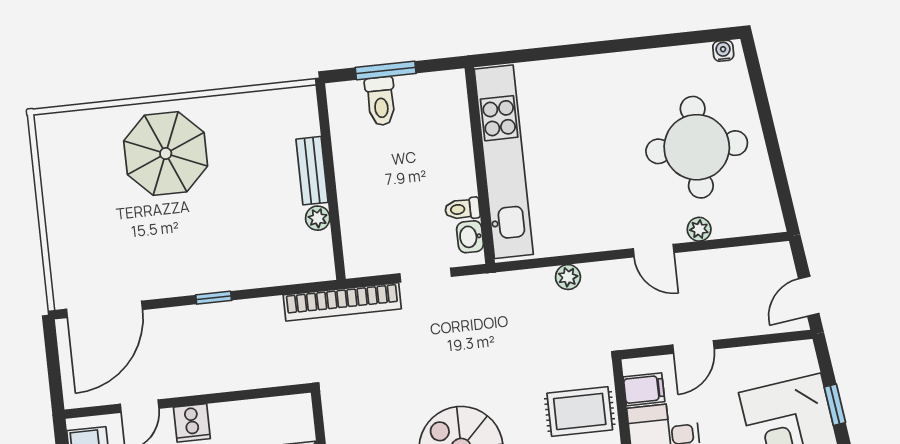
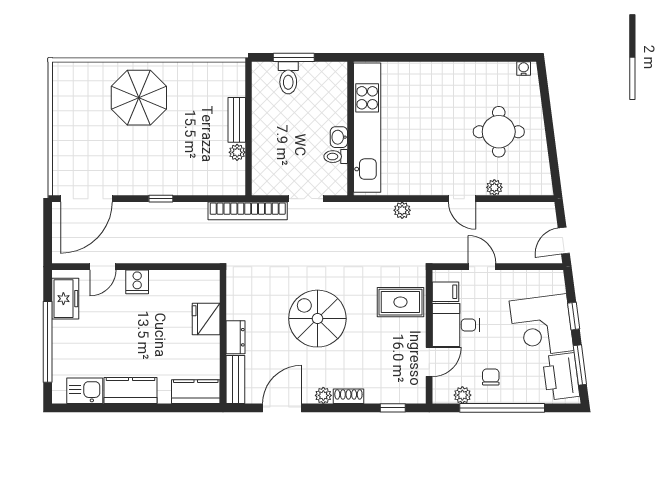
round table: (697, 147) -> (499, 132), width x0.73, depth x0.73
washbasin: (470, 237) -> (339, 137), moved
door: (693, 347) -> (482, 267), swing flipped

